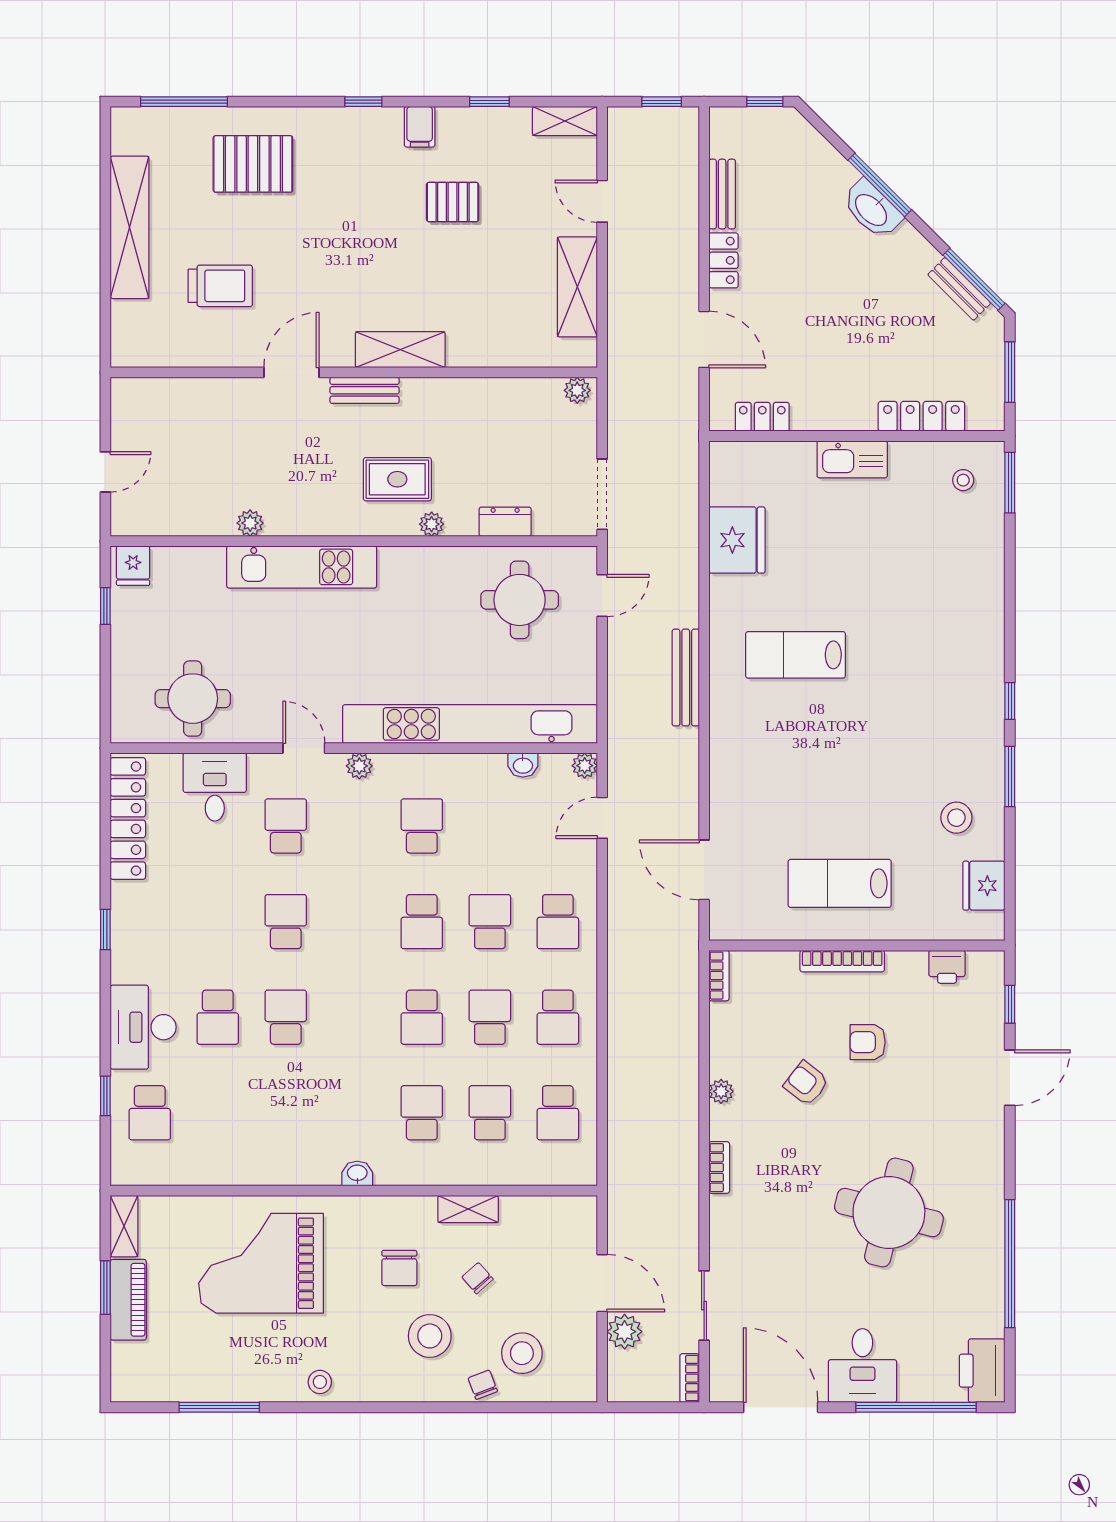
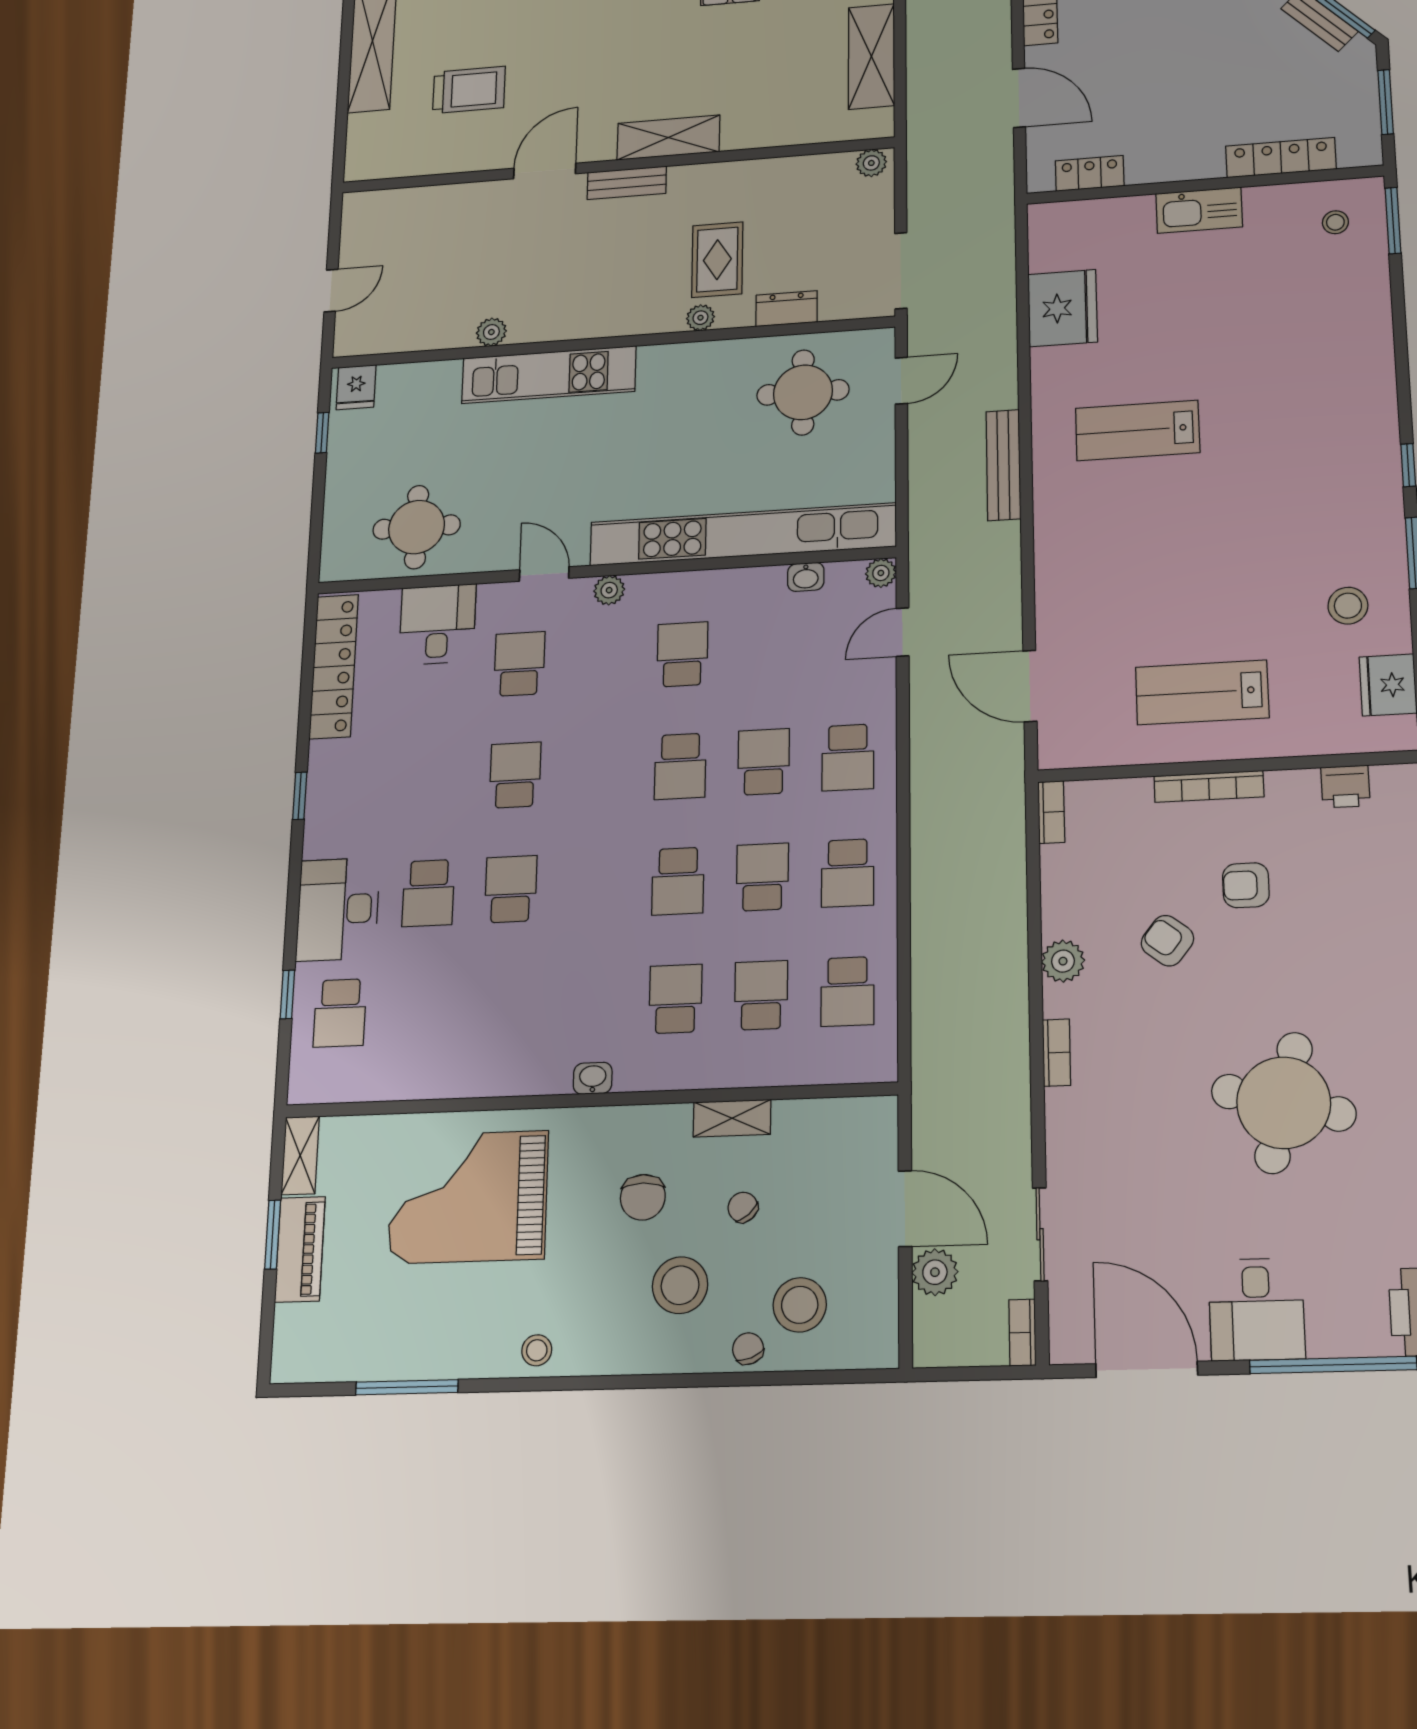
rug: (397, 479) -> (717, 260), moved, turned 90
plant: (721, 1091) -> (1063, 961), width x1.38, depth x1.38

